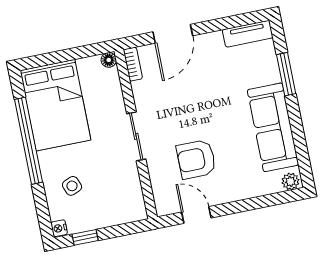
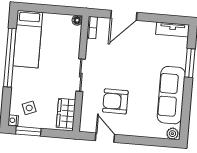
bed: (55, 105) -> (28, 39), width x0.67
side table: (72, 186) -> (29, 108), moved
wardrobe: (131, 197) -> (66, 113), added
window: (85, 237) -> (28, 131), width x1.50

